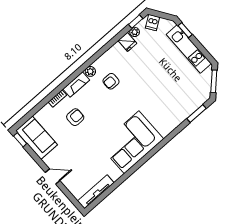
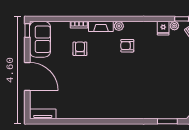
armchair: (75, 117) -> (80, 49), turned -90
corner sofa: (132, 142) -> (104, 101), removed
door: (53, 177) -> (27, 76), width x1.87
tv unit: (96, 192) -> (43, 114), width x0.71

